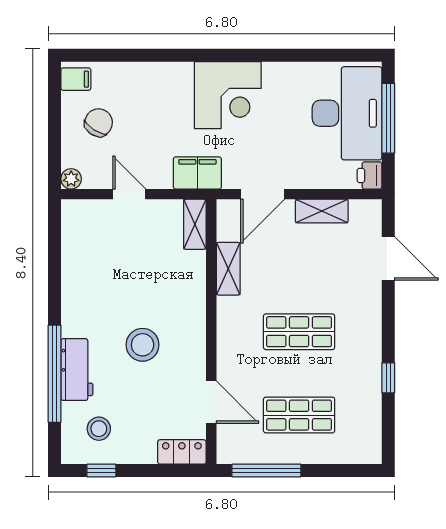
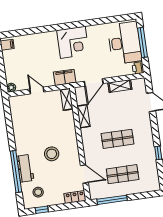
chair: (99, 123) -> (19, 62), removed

